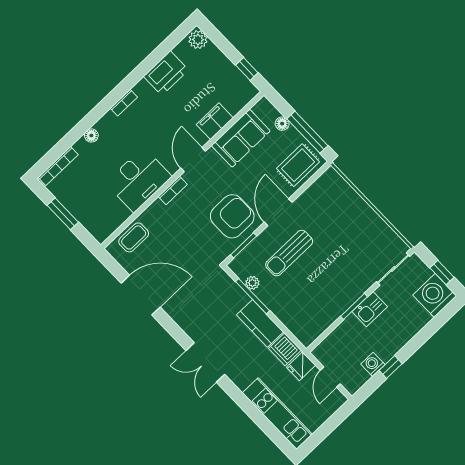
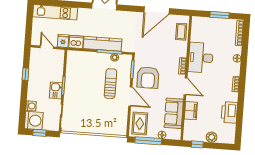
plant: (198, 40) -> (212, 137), moved
kitchen counter: (260, 323) -> (103, 44), width x1.50
washing machine: (373, 364) -> (31, 106), moved

